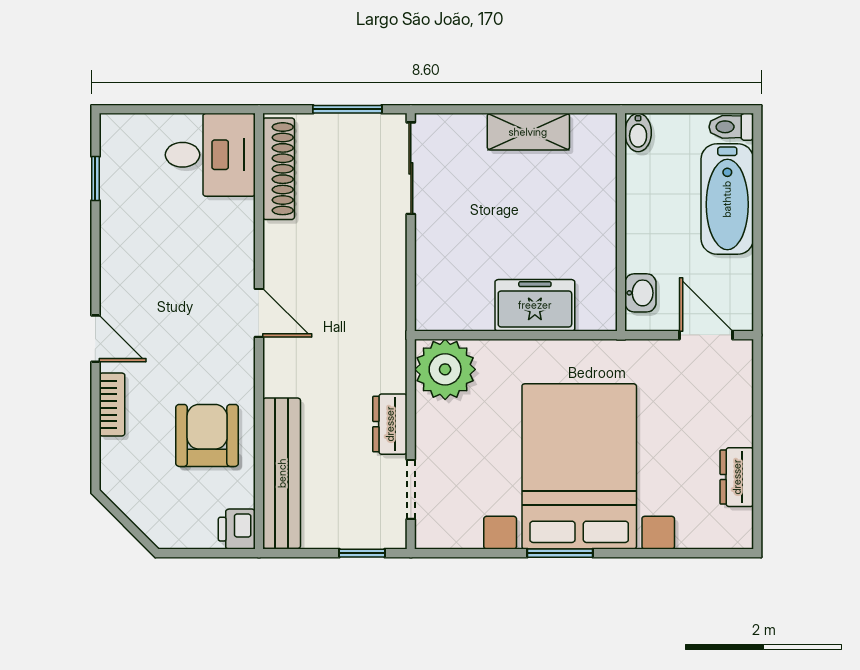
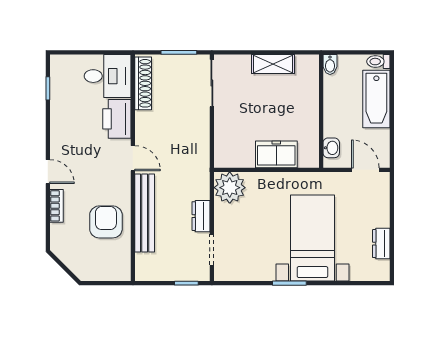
bed with nightstands: (579, 466) -> (312, 238), width x0.73
bench: (282, 473) -> (145, 213), moved
printer: (237, 529) -> (117, 119), moved, width x1.87, depth x1.48

